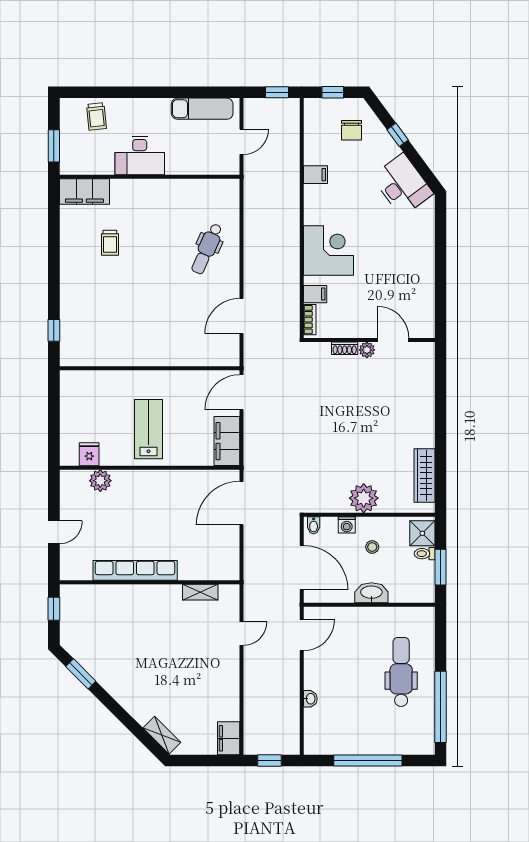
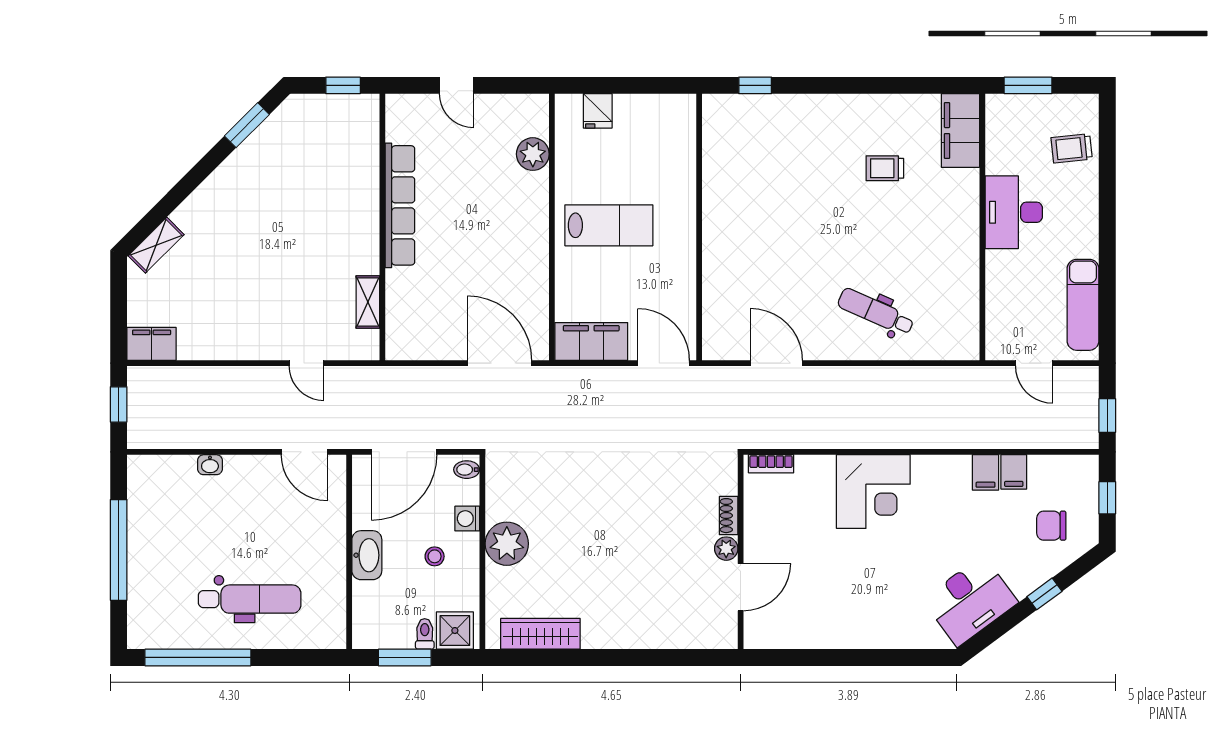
filing cabinet: (315, 294) -> (1014, 472), moved
fridge: (89, 454) -> (598, 111), moved, turned 90

